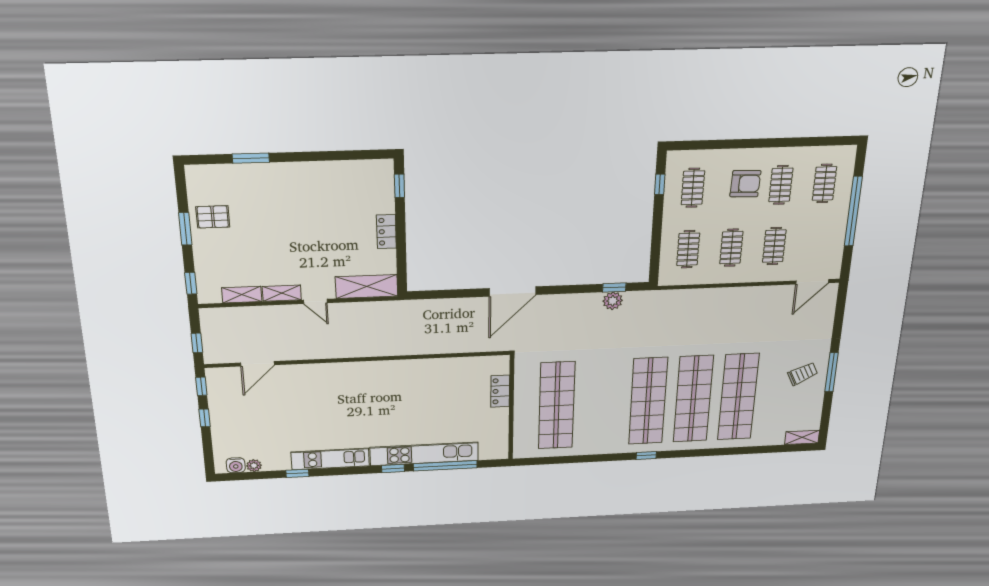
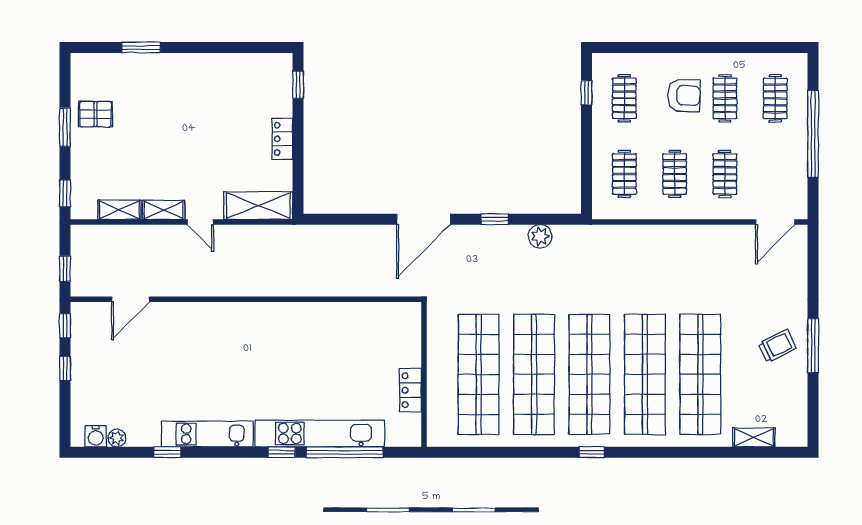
window: (614, 288) -> (495, 219), moved
locker: (500, 391) -> (411, 390), moved
shop shelf: (602, 403) -> (534, 374), added
shelving: (802, 437) -> (754, 437), moved

